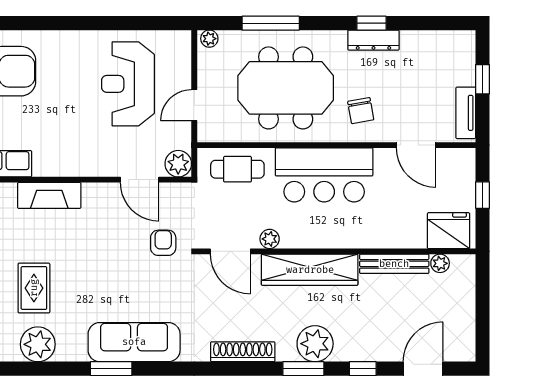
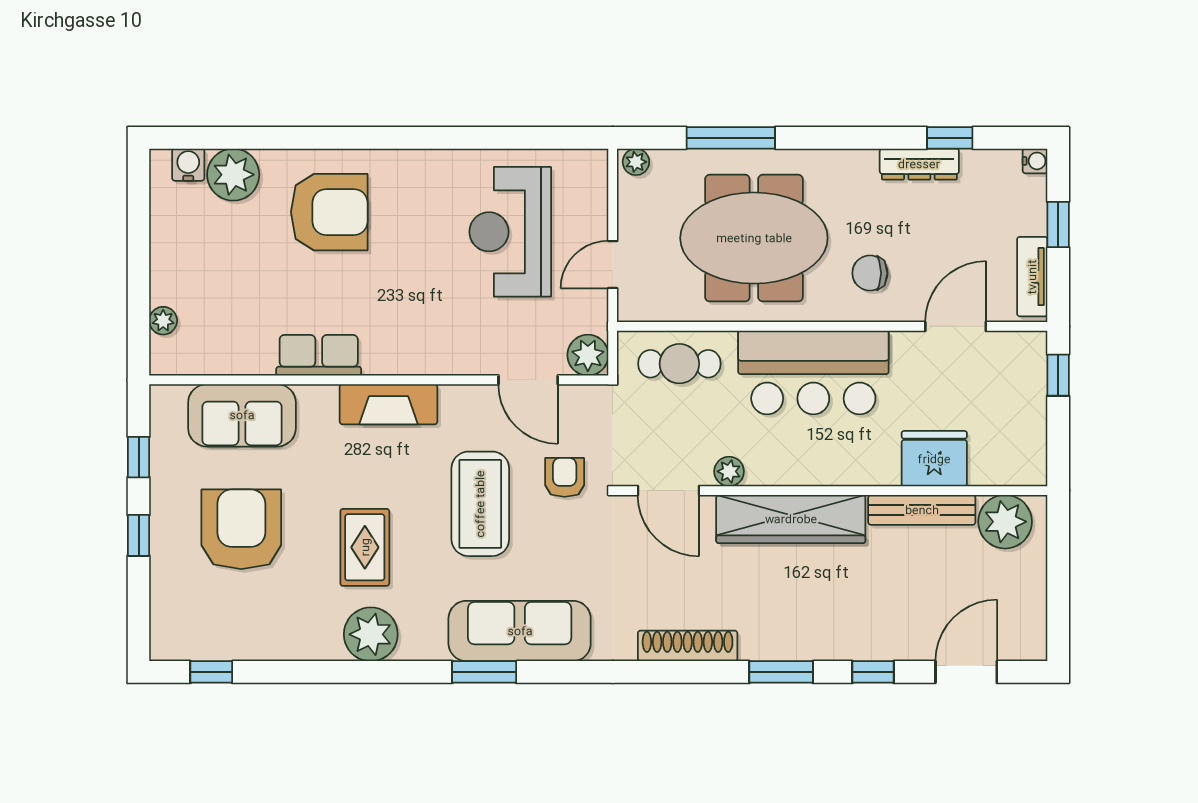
window: (371, 23) -> (950, 138), moved
water cooler: (468, 38) -> (1035, 161), added
dresser: (373, 40) -> (919, 164), moved
chair: (361, 111) -> (870, 273), turned 100
door: (416, 145) -> (956, 326), swing flipped
window: (482, 195) -> (1058, 375), moved
fridge: (449, 231) -> (934, 459), moved
coffee table: (109, 260) -> (480, 504), added
plant: (440, 263) -> (1005, 522), width x1.87, depth x1.87
plant: (315, 344) -> (799, 633), removed

